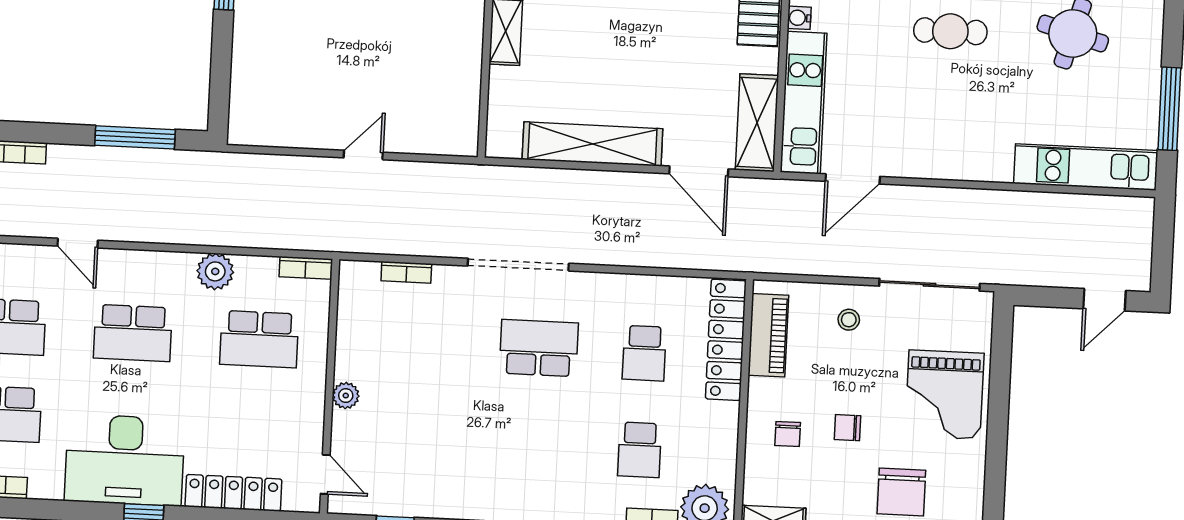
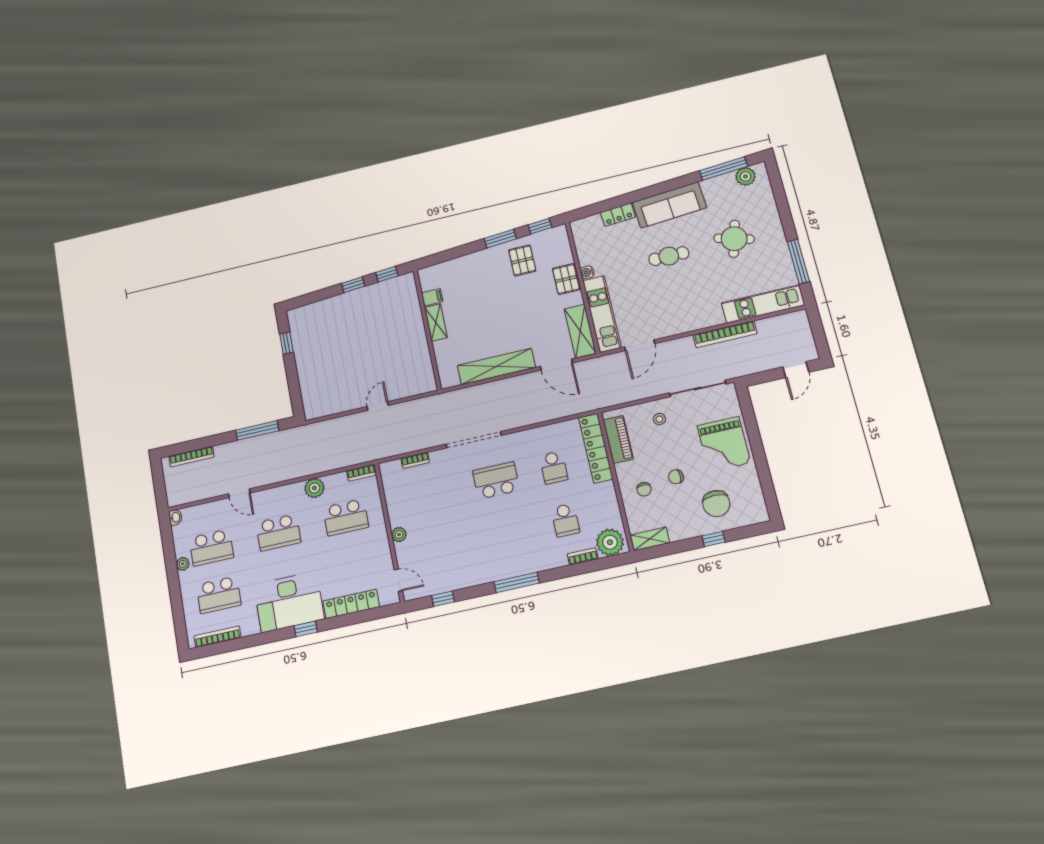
bookcase: (1005, 202) -> (725, 334), added

